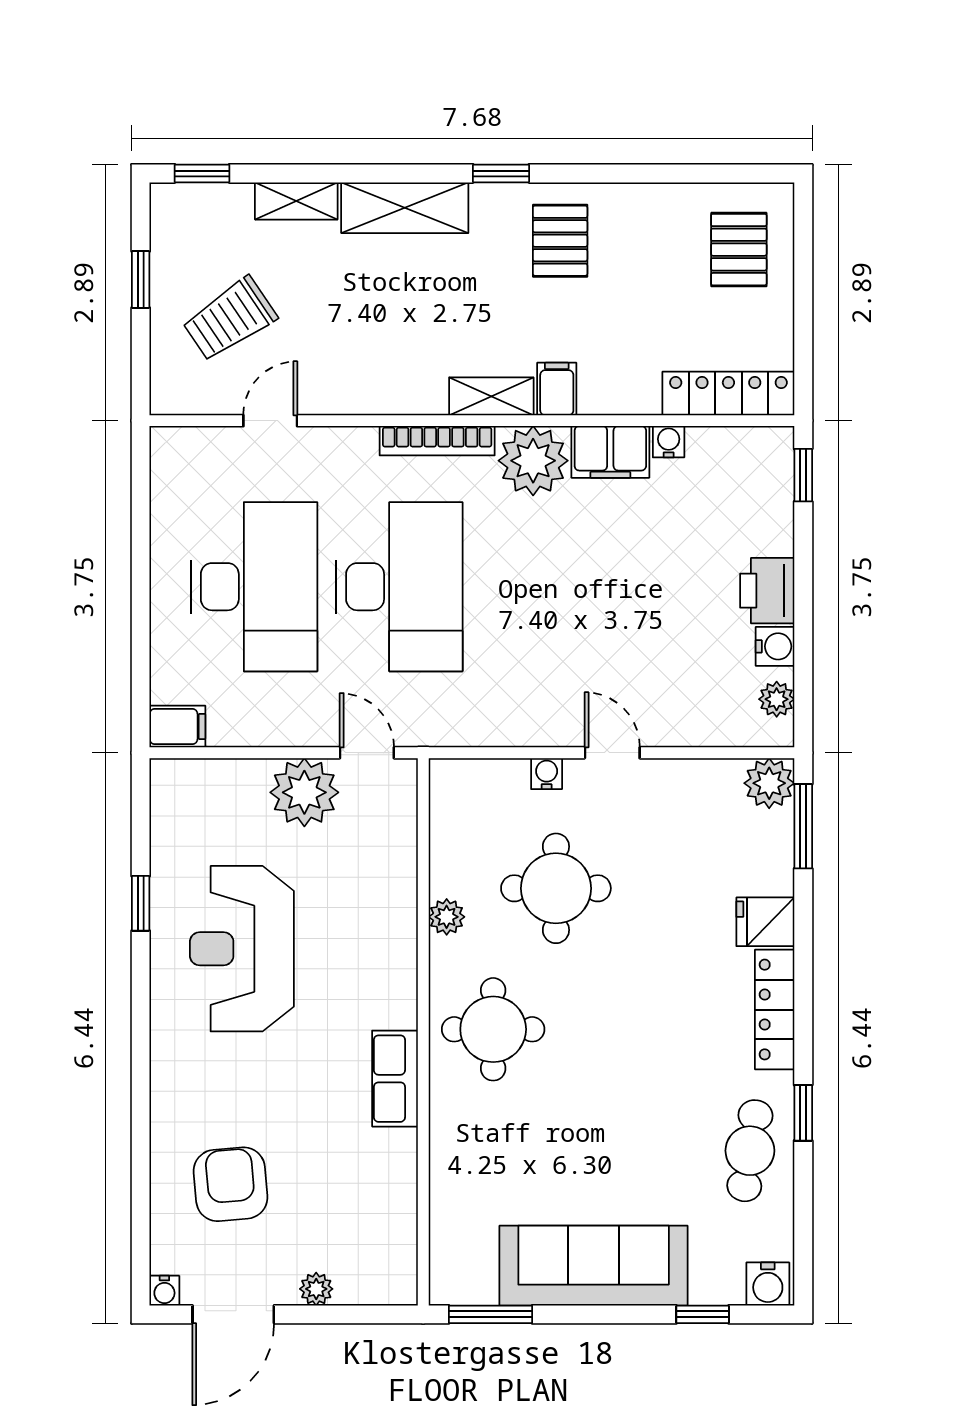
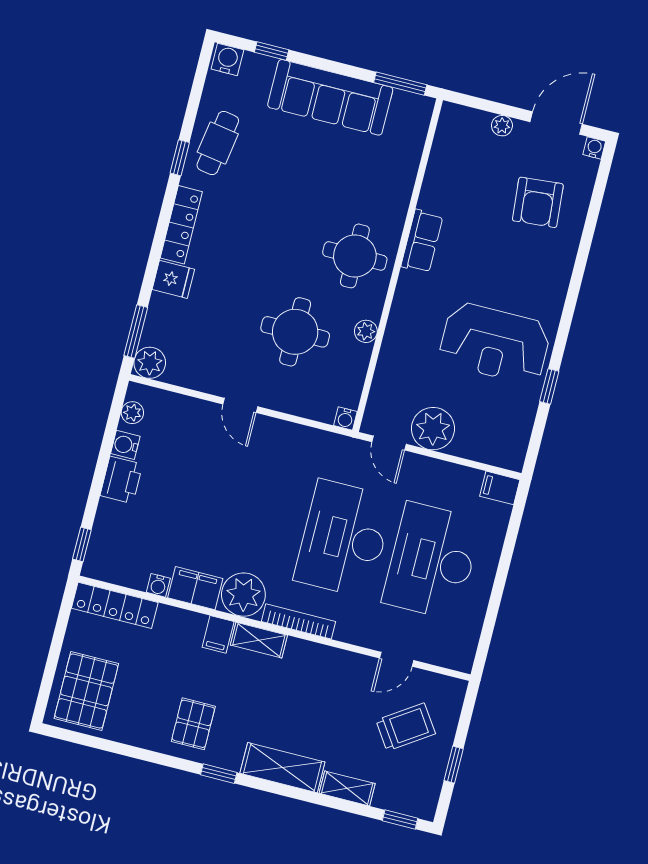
pallet: (739, 250) -> (86, 691), width x1.50, depth x1.42
water cooler: (547, 774) -> (345, 419), moved
reception desk: (242, 949) -> (495, 343), turned 90

